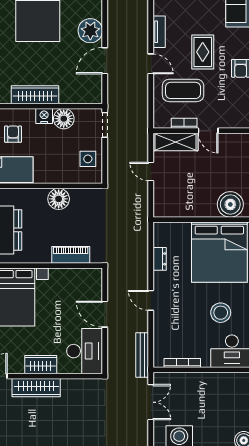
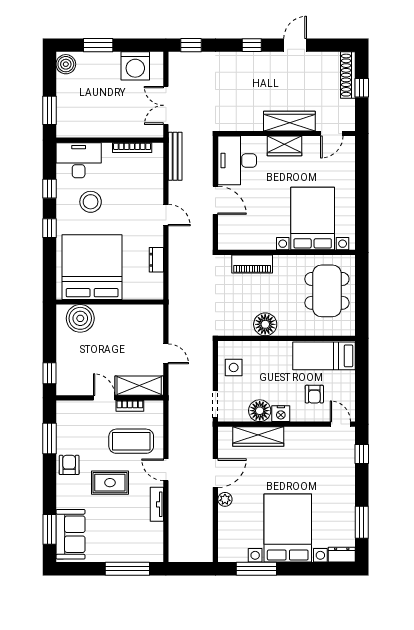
plant: (90, 31) -> (225, 499), width x0.53, depth x0.53
rug: (203, 52) -> (110, 483), turned 90
wardrobe: (35, 95) -> (258, 437), moved

